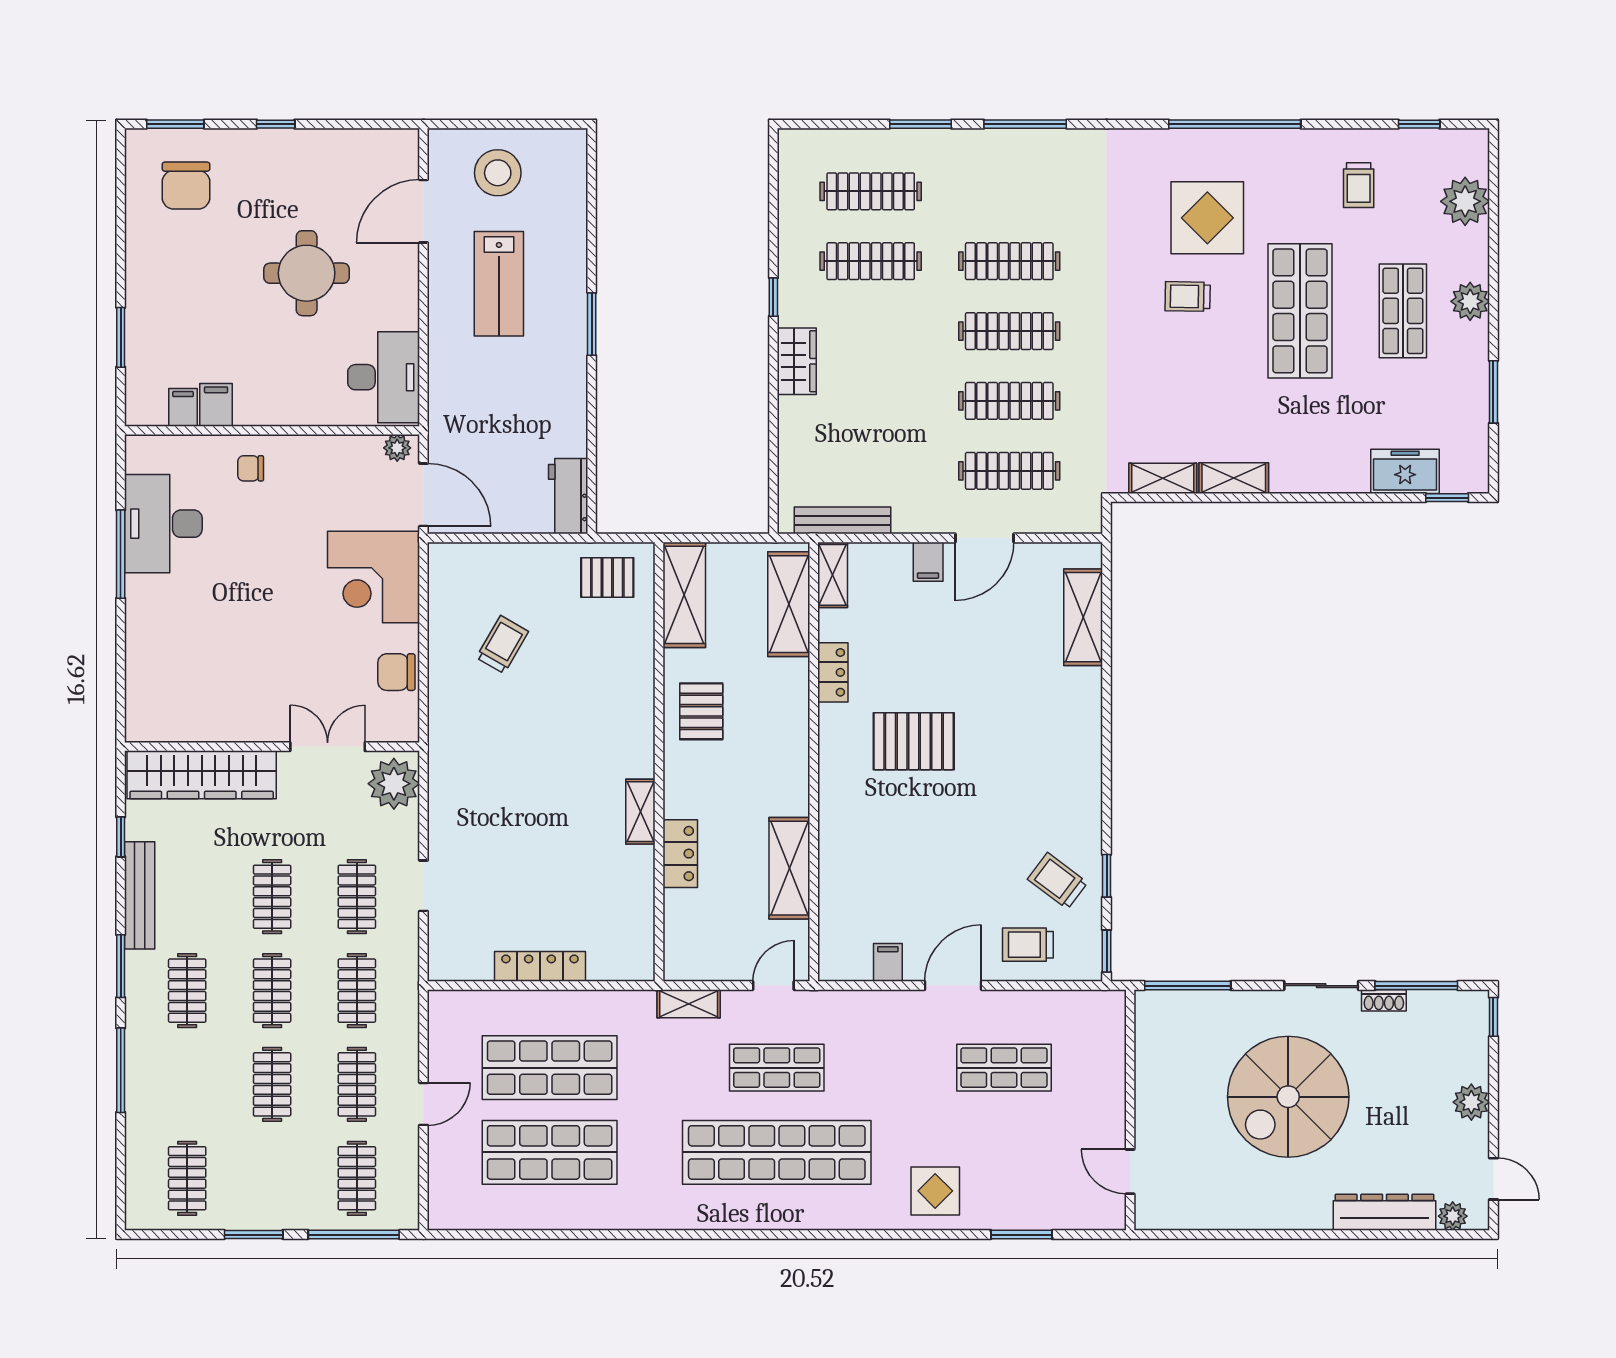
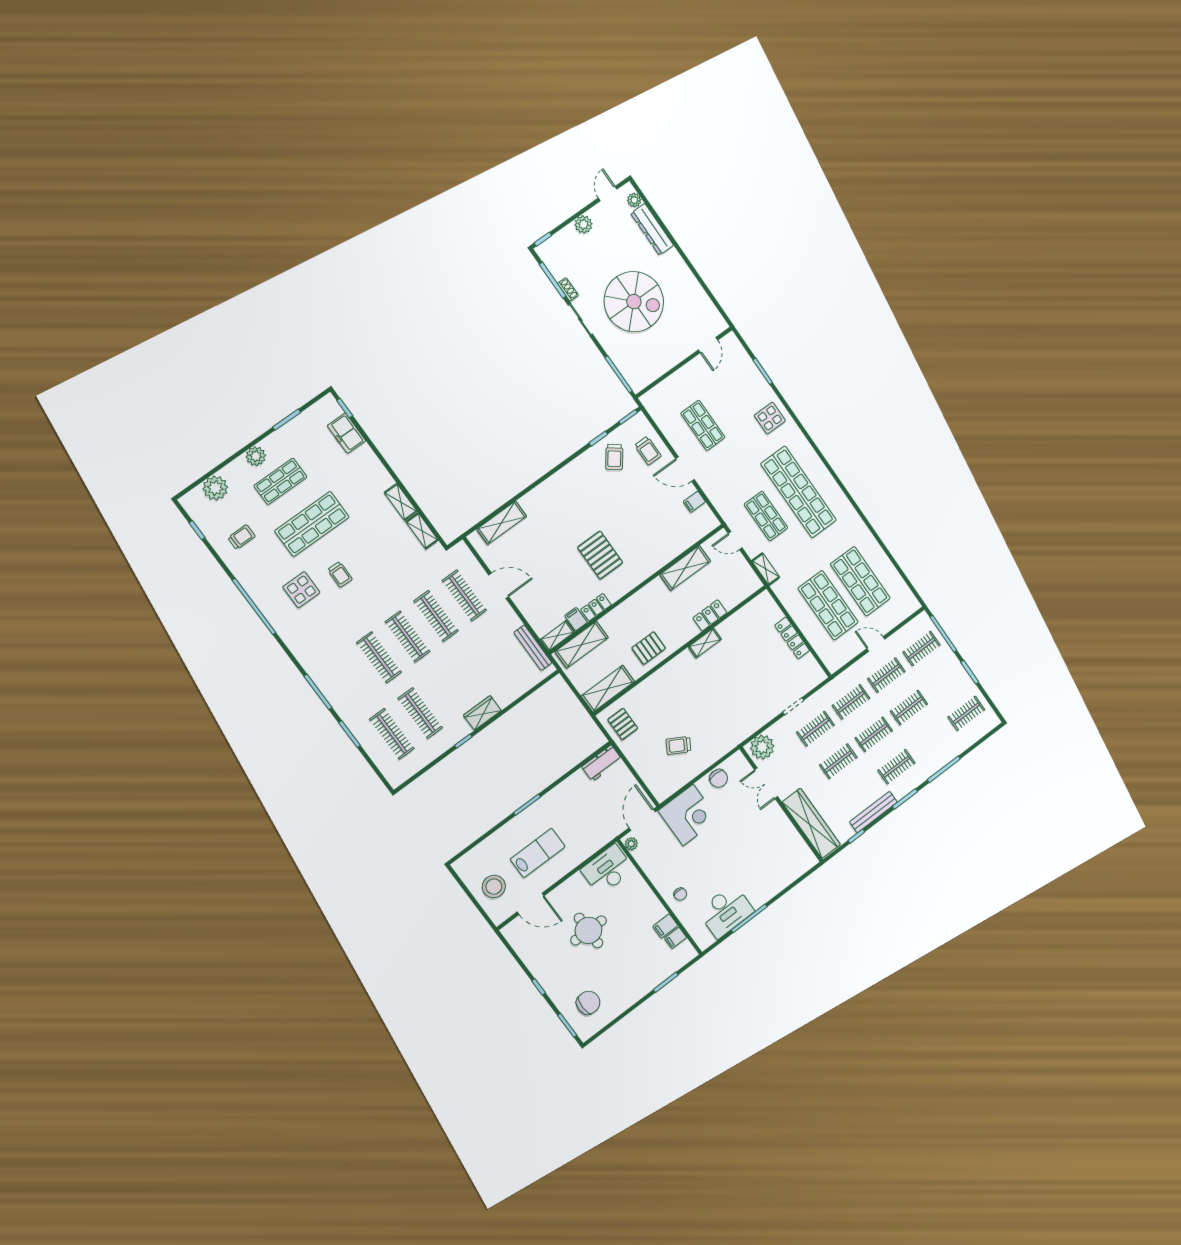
display table: (1207, 218) -> (301, 590), width x0.73, depth x0.73
filing cabinet: (928, 562) -> (576, 619), moved, turned -90

